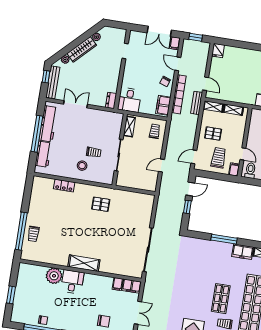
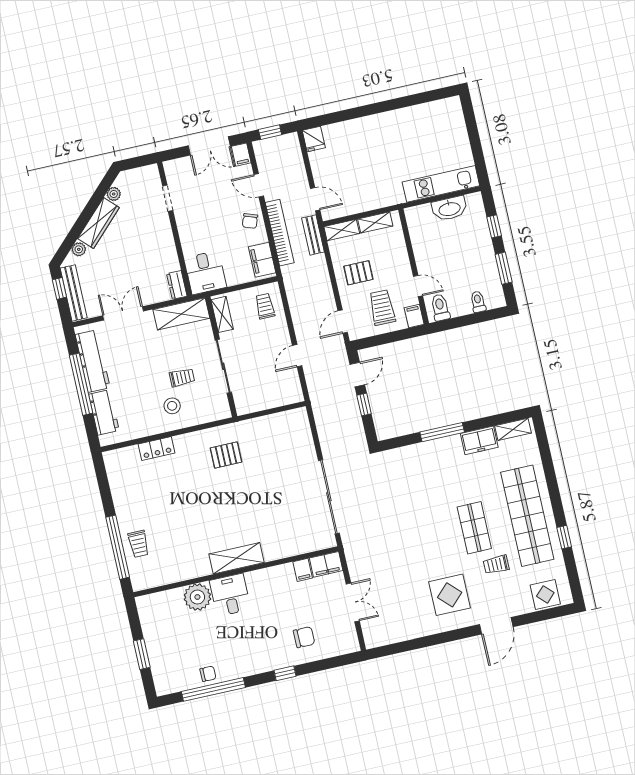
shelving: (107, 117) -> (181, 314), added

